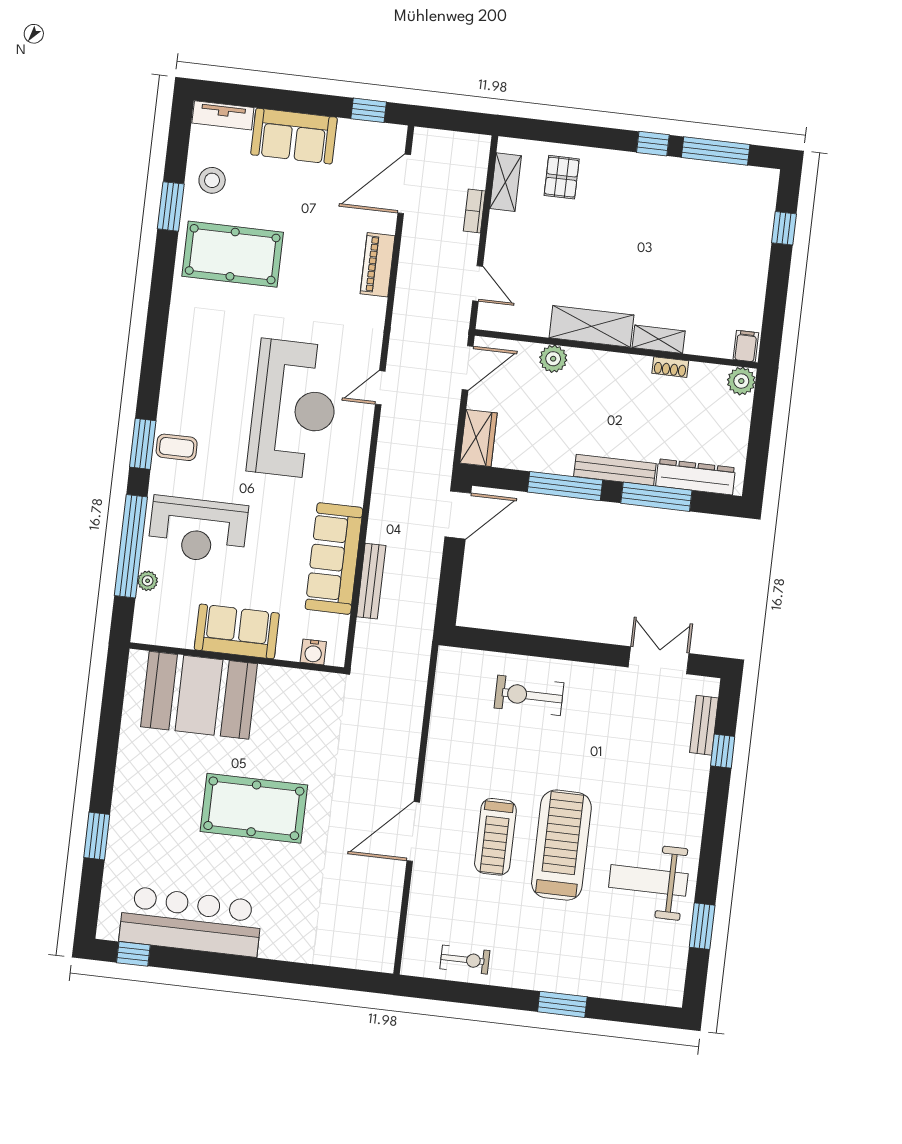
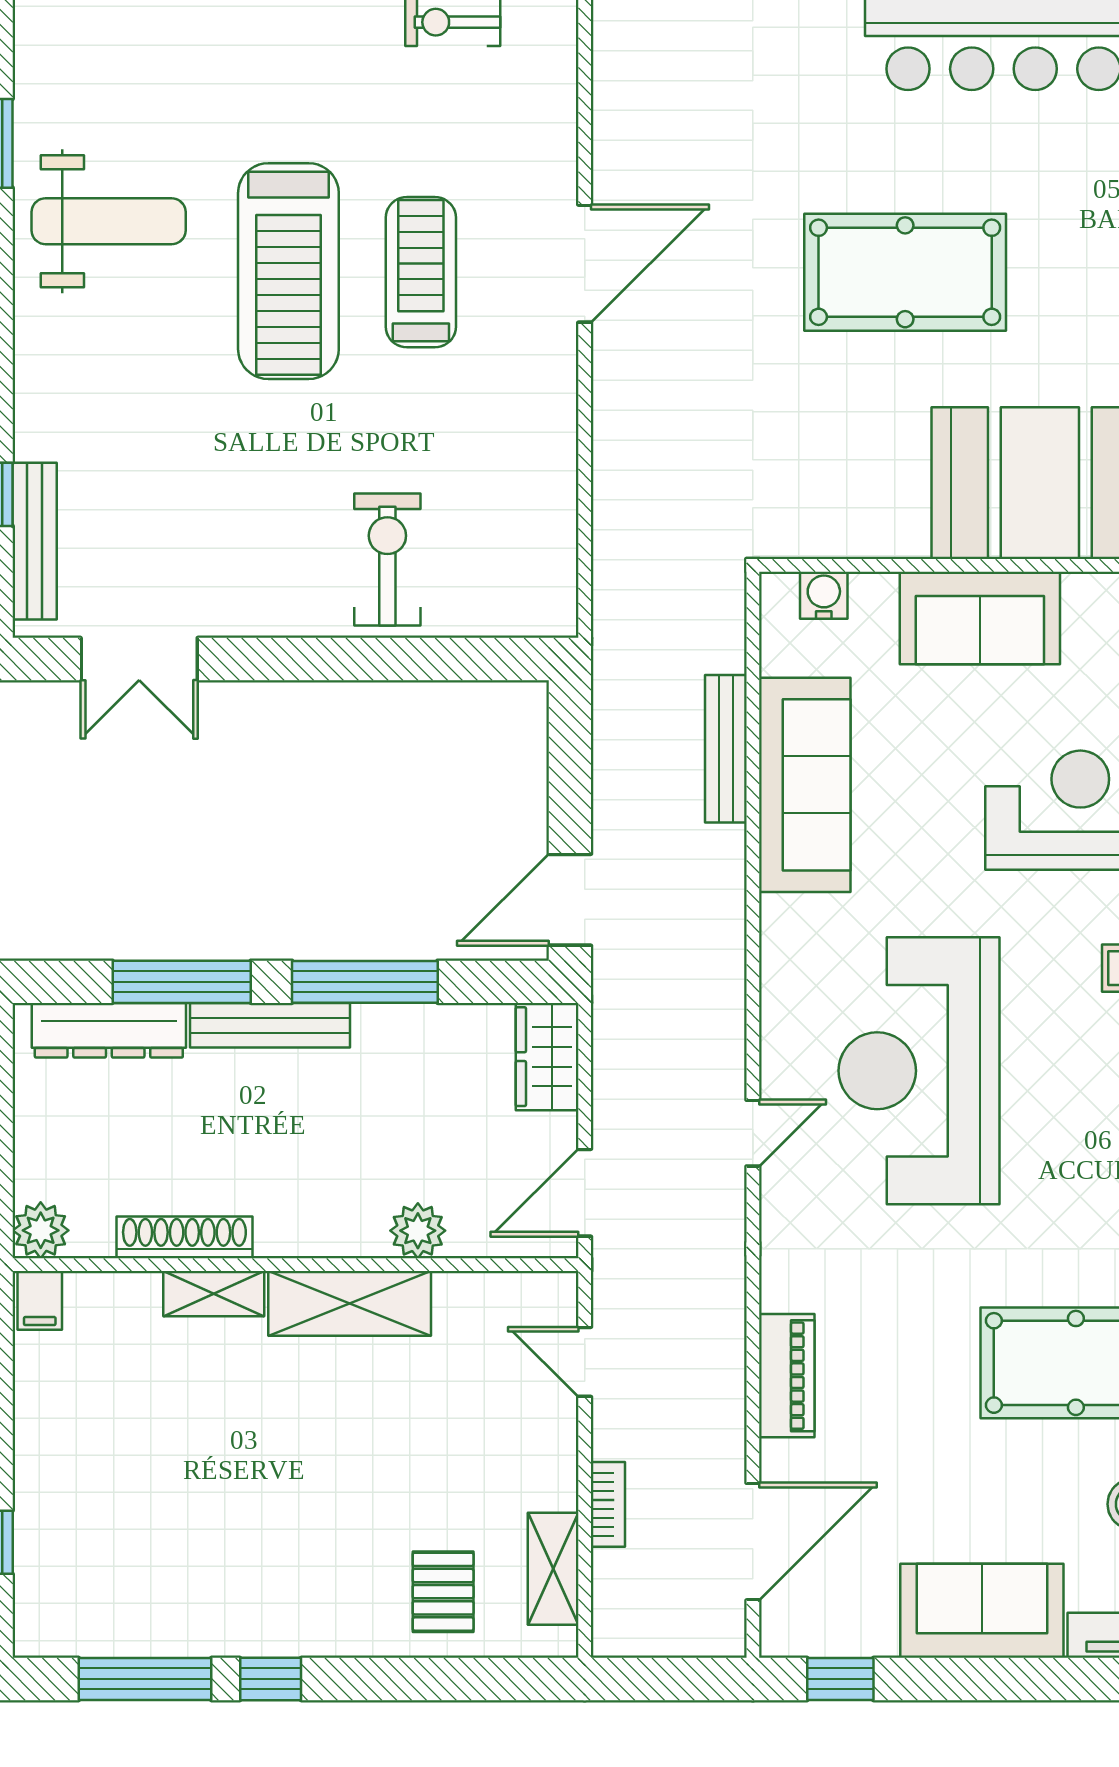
shoe rack: (670, 367) -> (184, 1237), width x1.94, depth x1.24
exercise bike: (529, 695) -> (387, 560), turned -90
bench: (704, 725) -> (35, 541), width x1.36

